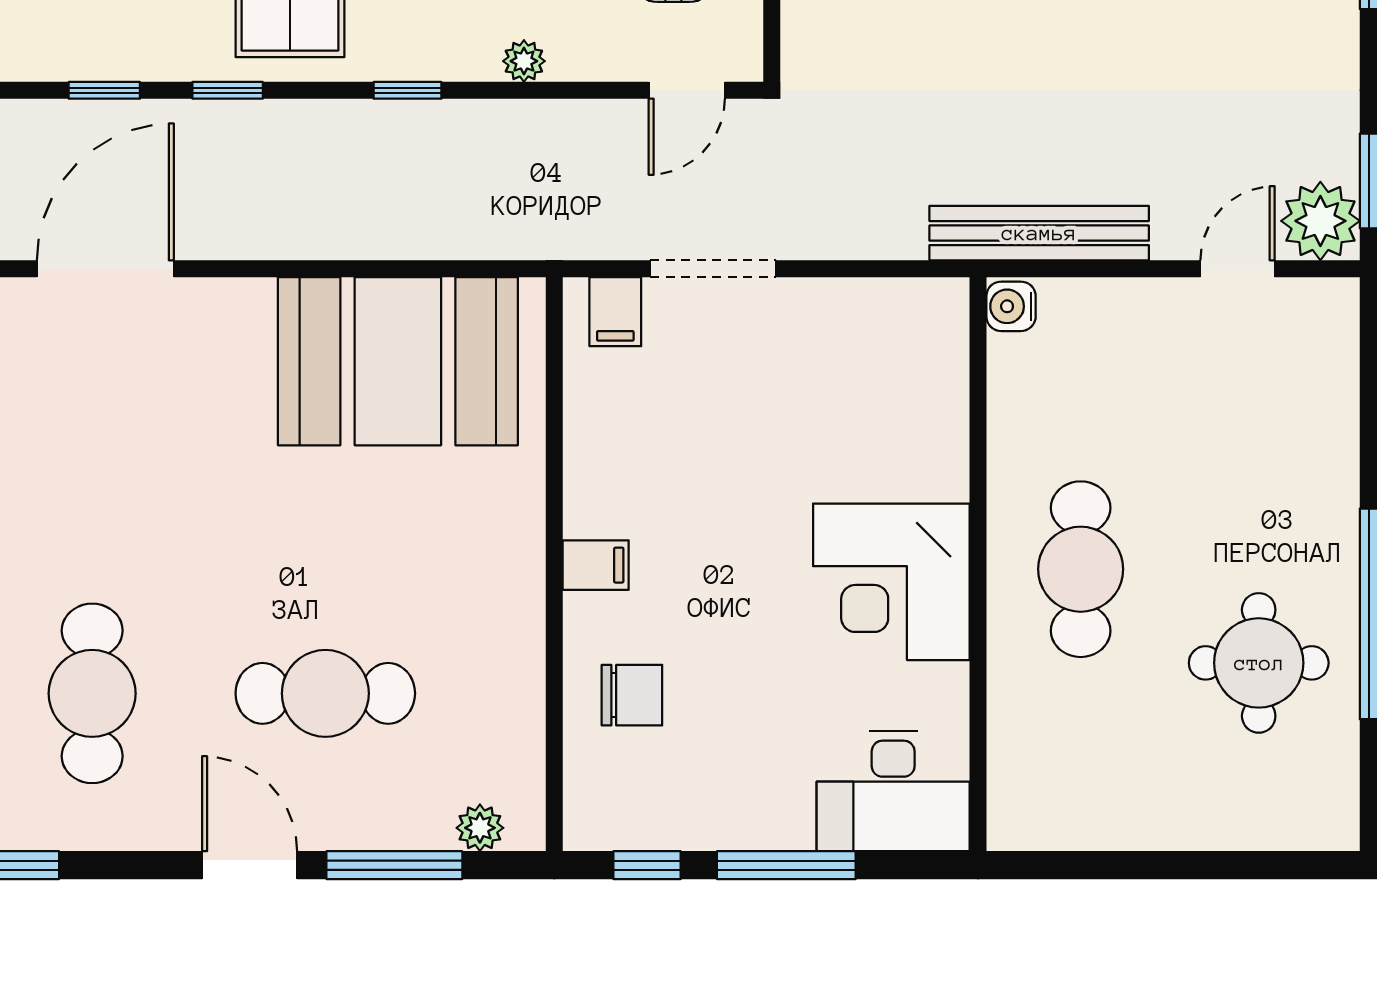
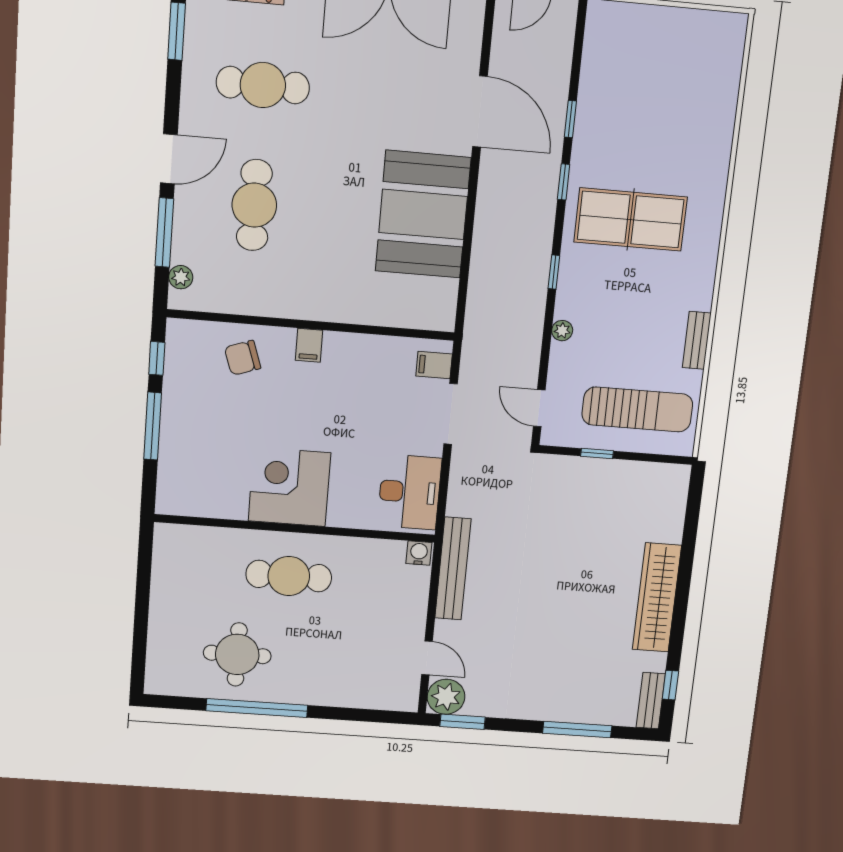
booth: (398, 361) -> (423, 214), moved
chair: (632, 695) -> (243, 358), turned 71
desk: (893, 791) -> (410, 492), moved, turned 180

